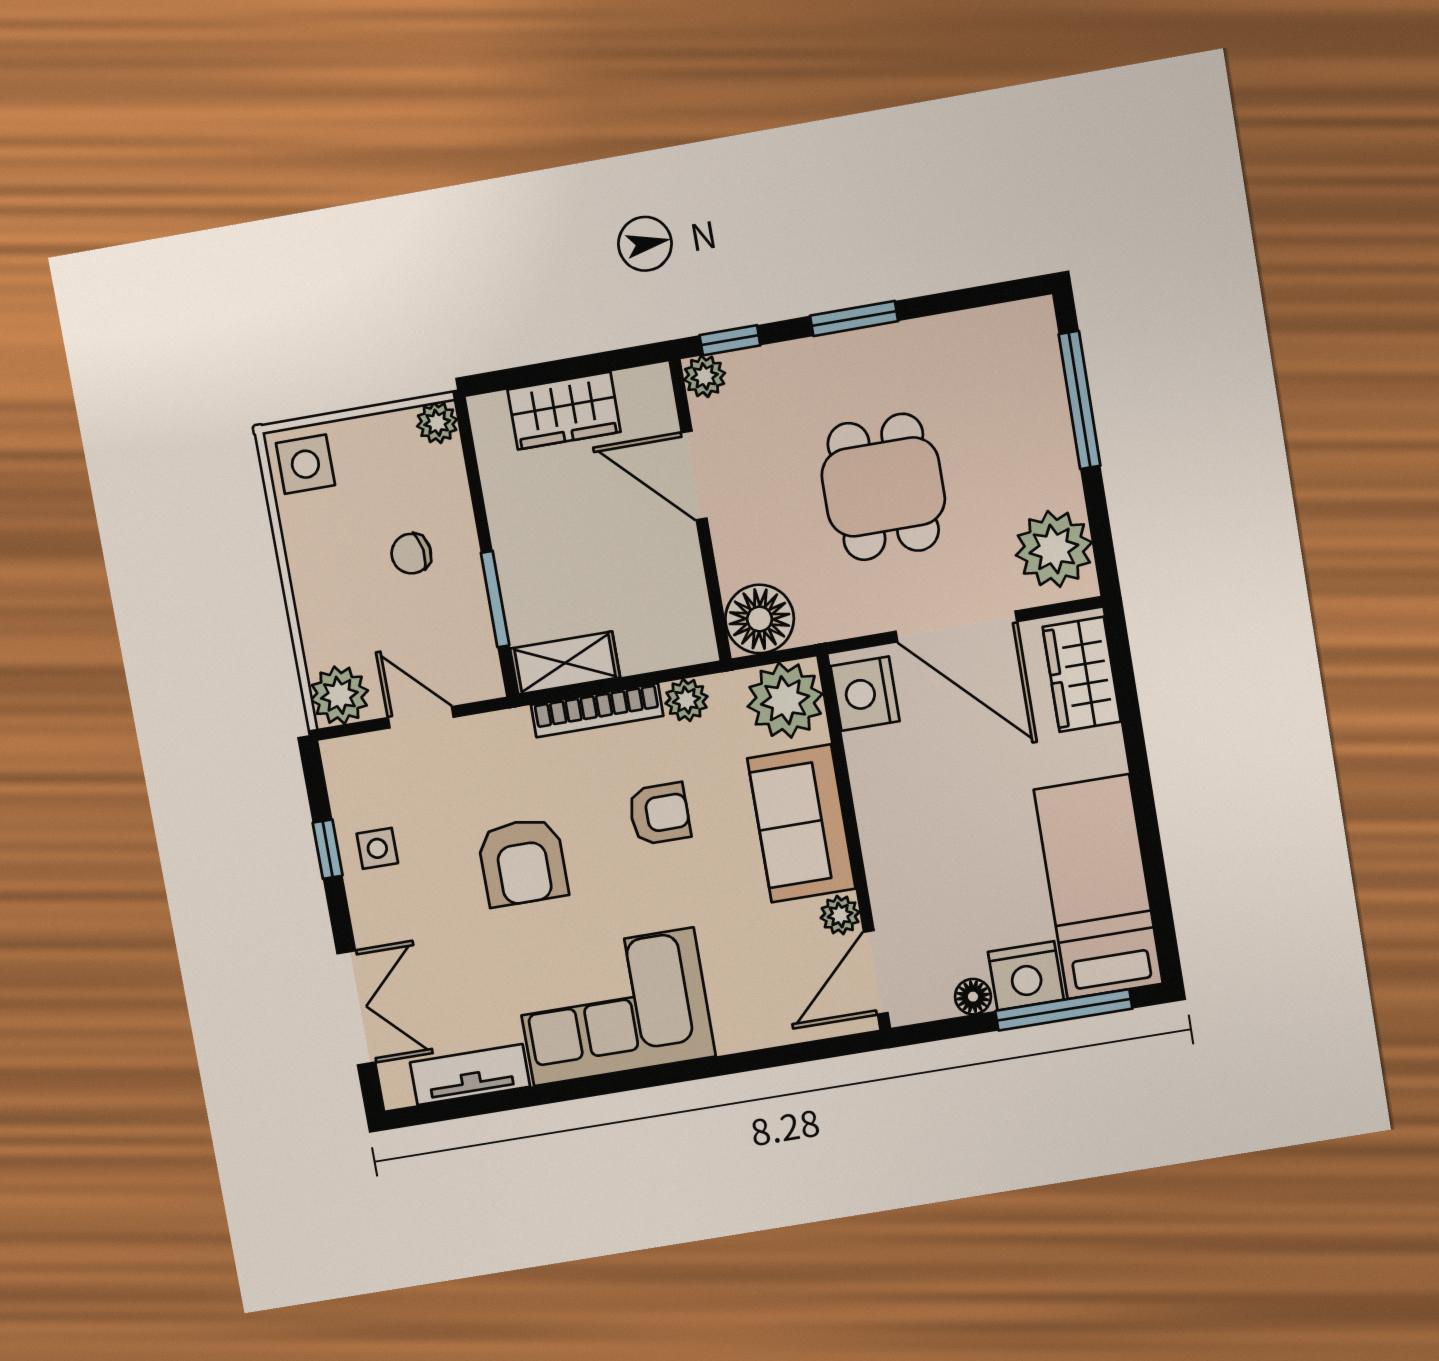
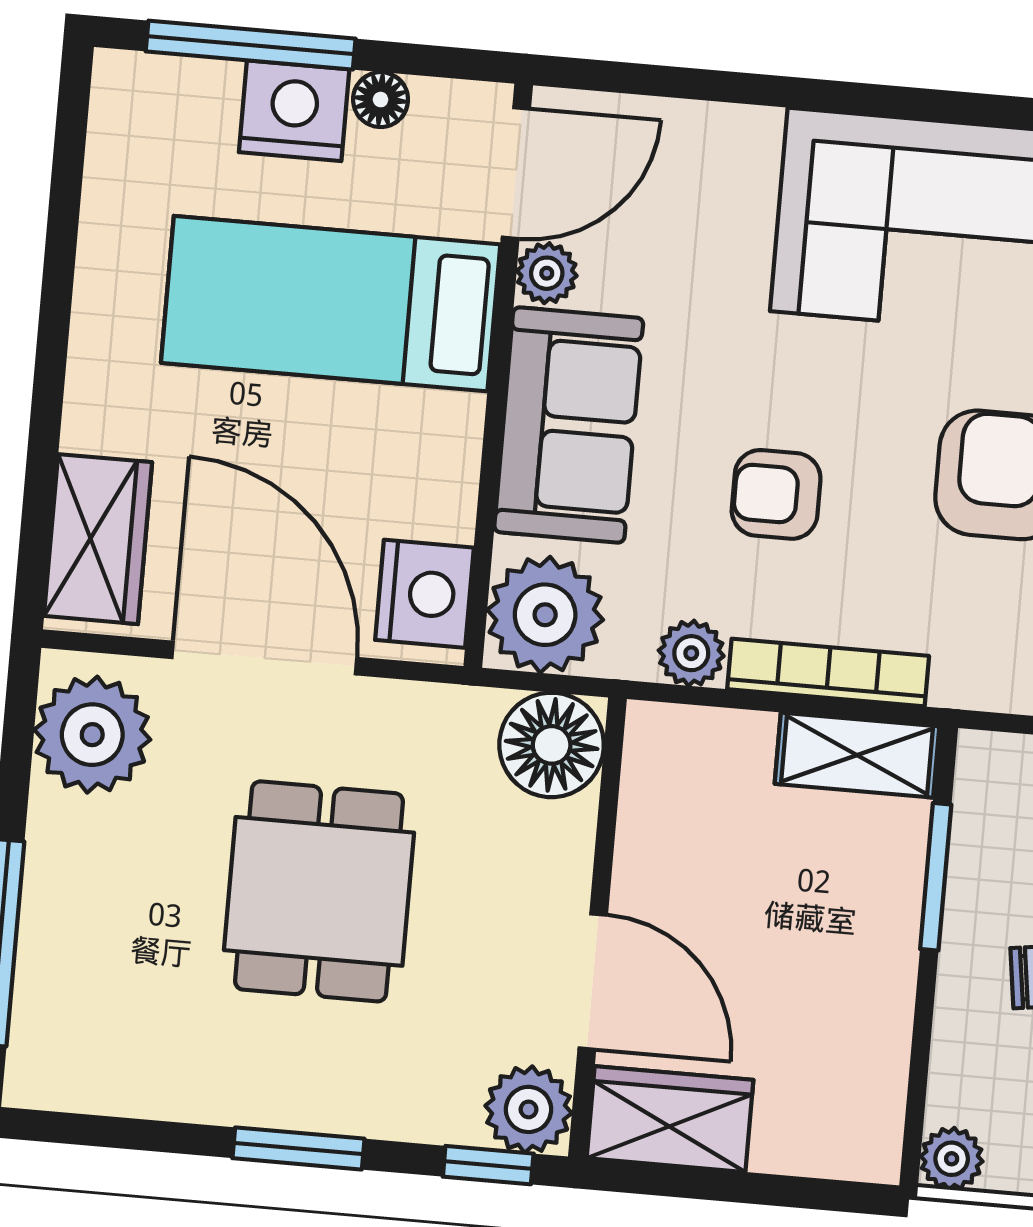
plant: (705, 376) -> (529, 1109), width x1.38, depth x1.38
wardrobe: (564, 411) -> (670, 1119), moved
bed: (1098, 887) -> (331, 304), moved, turned 90

